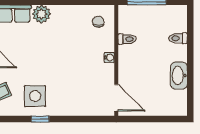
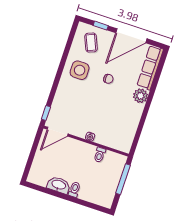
chair: (98, 22) -> (108, 79), moved
toilet: (178, 38) -> (74, 190), moved
window: (40, 119) -> (46, 113), moved

